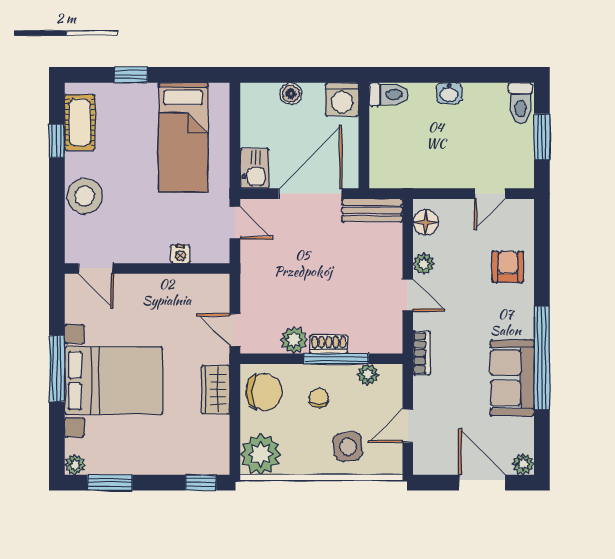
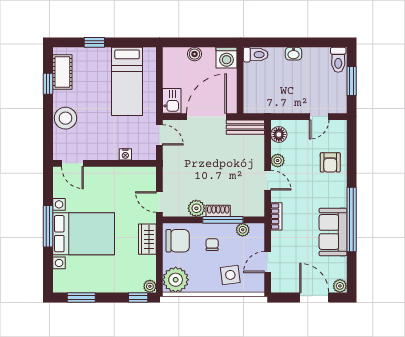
armchair: (508, 267) -> (330, 162), turned 180
plant: (75, 465) -> (150, 286), moved

